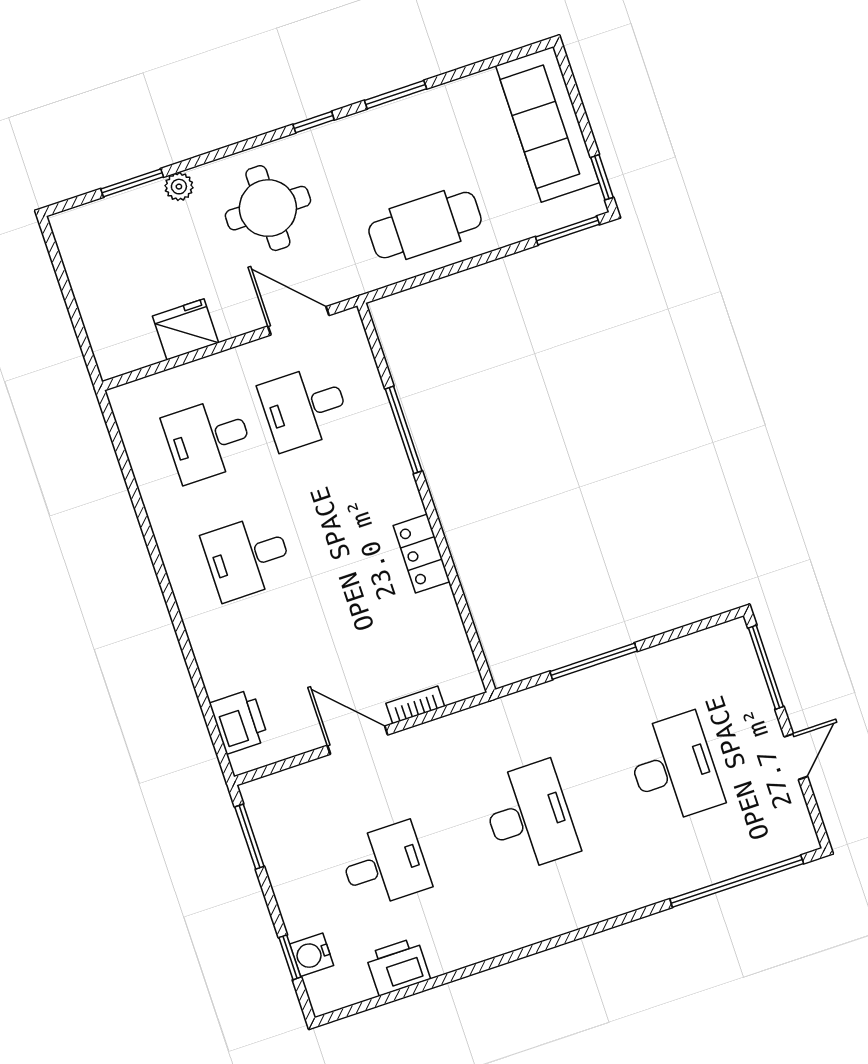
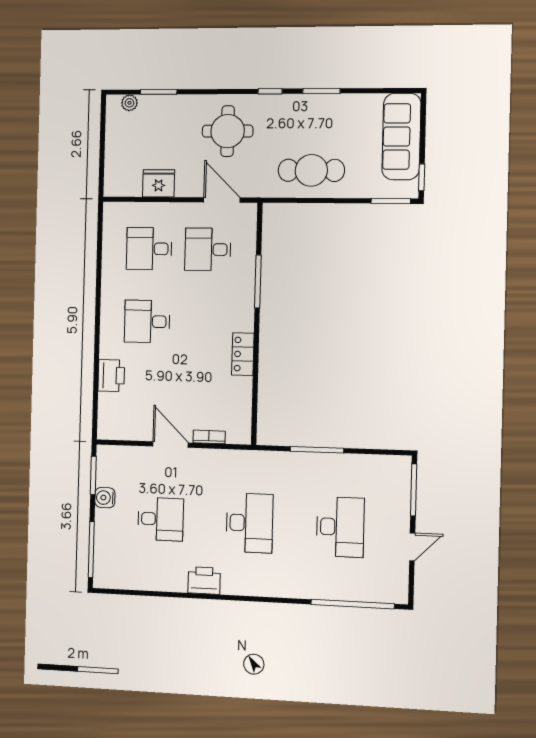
plant: (179, 187) -> (129, 103), moved
printer: (239, 722) -> (111, 376), moved
water cooler: (312, 955) -> (105, 498), moved
window: (290, 957) -> (91, 550), width x2.17
printer: (398, 967) -> (204, 580), moved

